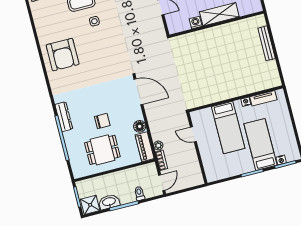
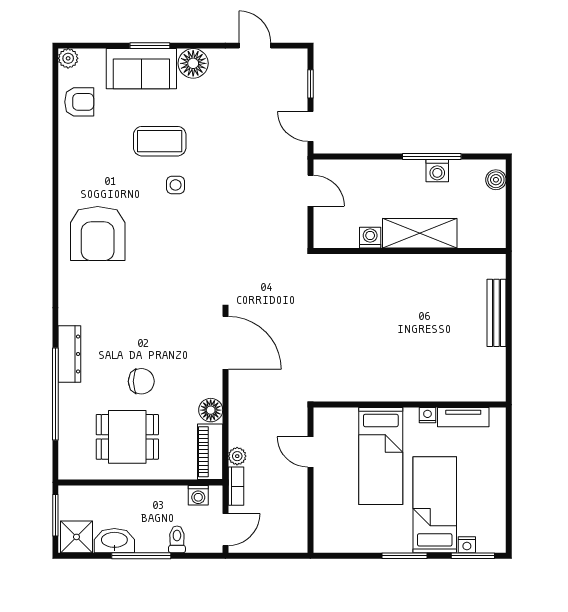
washing machine: (144, 169) -> (198, 495), added

